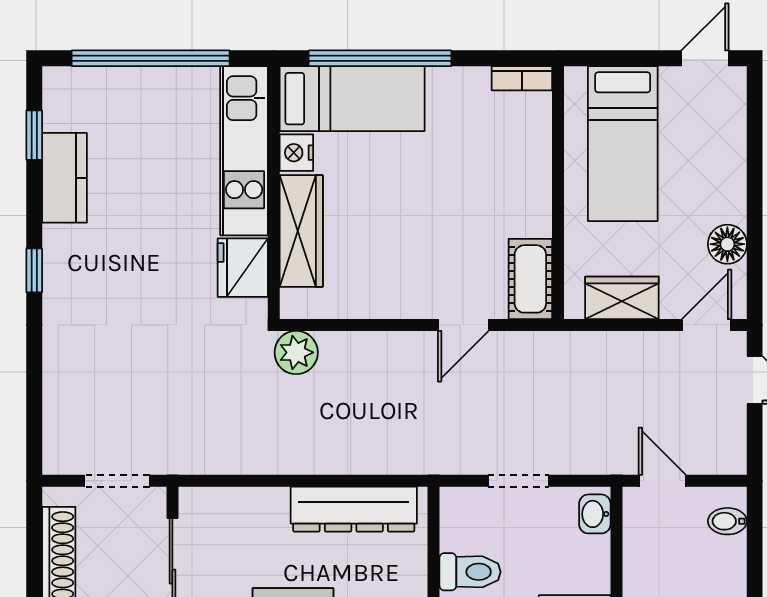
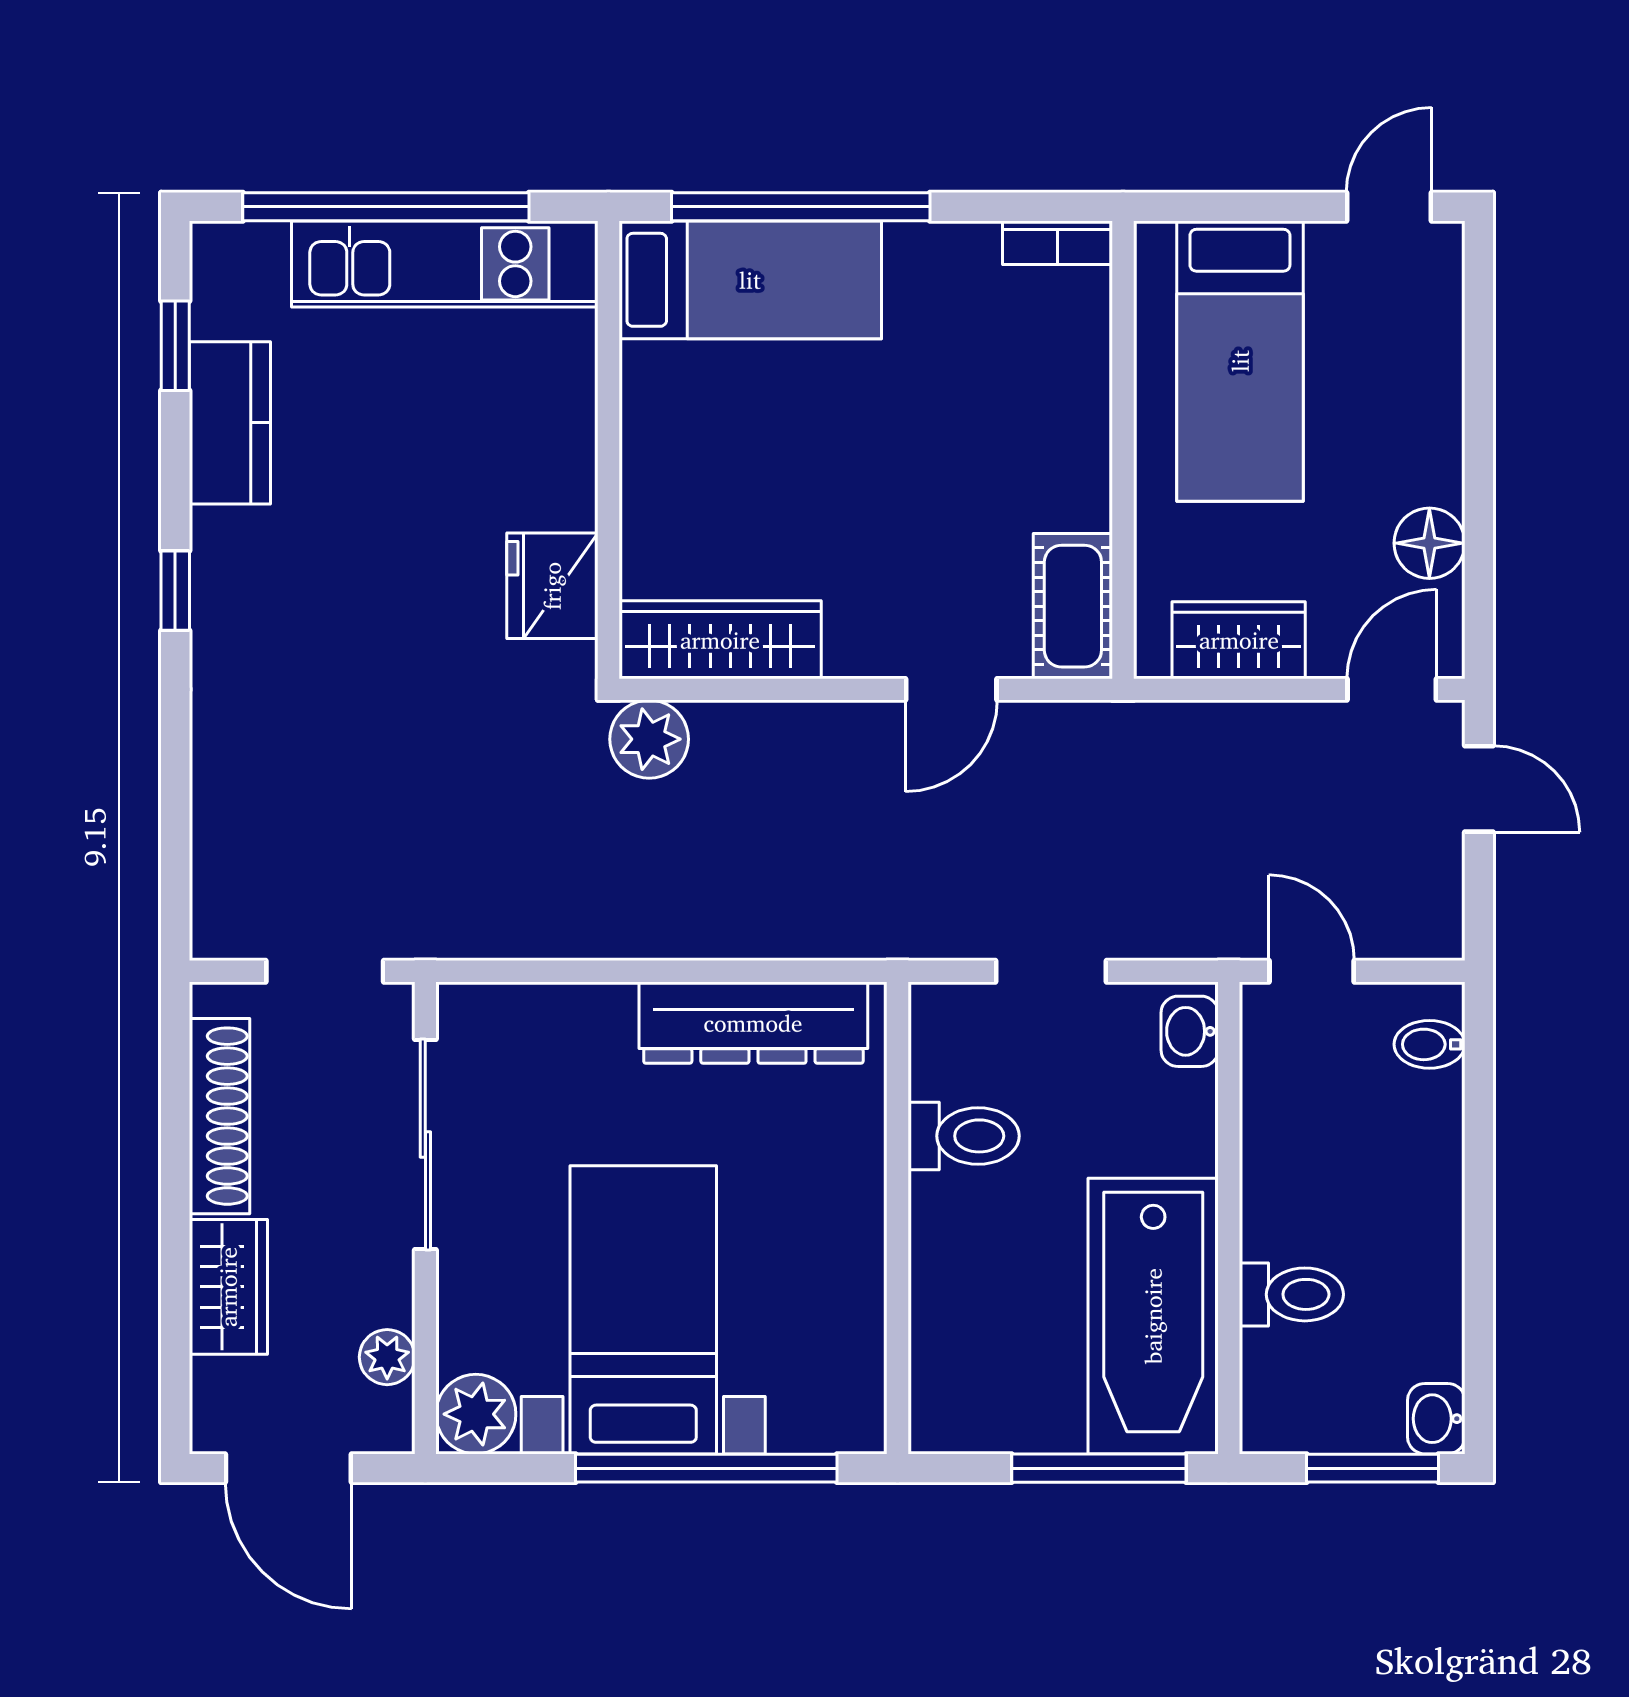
kitchen unit: (244, 151) -> (445, 264), moved, turned -90
nightstand: (296, 153) -> (650, 377), removed
wardrobe: (301, 231) -> (720, 640), moved, turned -90

